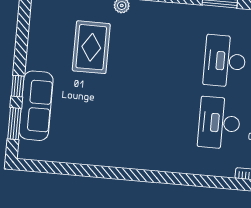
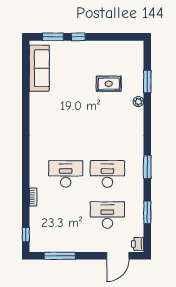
rug: (91, 47) -> (109, 84), width x0.73, depth x0.70
sofa: (36, 106) -> (39, 68), moved, turned -90

